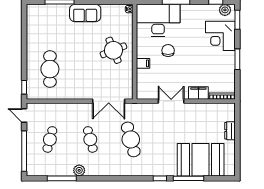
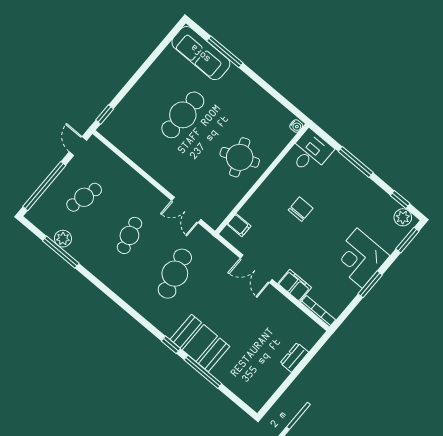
sofa: (85, 13) -> (201, 53), moved, width x1.36
desk: (158, 20) -> (310, 152), width x0.53, depth x0.77
corner desk: (220, 36) -> (360, 258), moved
filing cabinet: (143, 63) -> (239, 225), moved
cafe table: (50, 69) -> (183, 115), moved
double door: (109, 101) -> (186, 210), width x0.73
double door: (171, 101) -> (256, 269), swing flipped
booth: (201, 160) -> (200, 343), moved, width x0.73, depth x0.70
plant: (79, 170) -> (63, 239), moved

